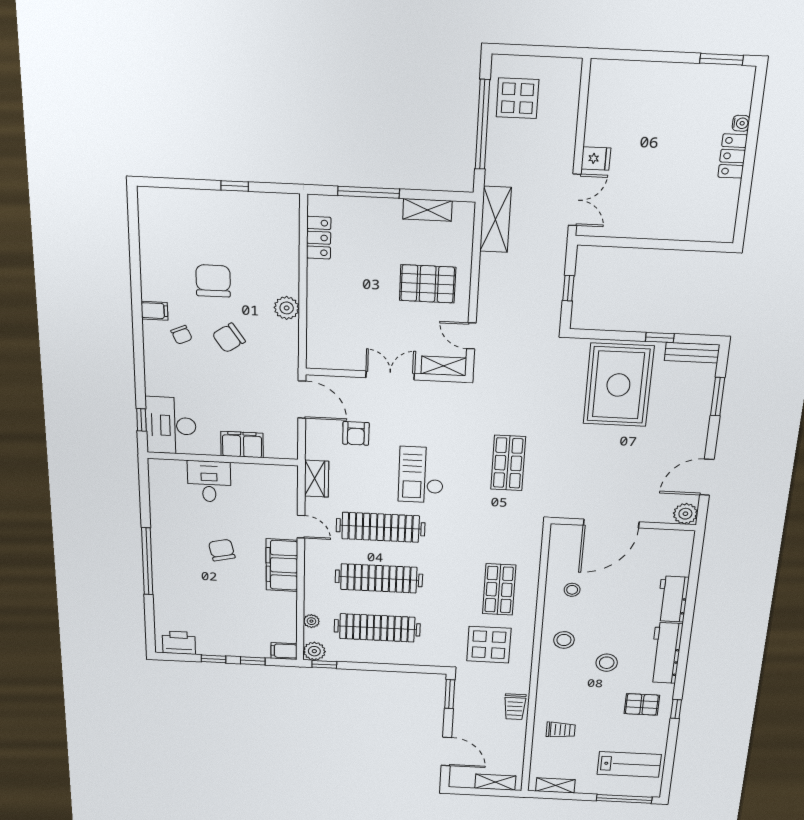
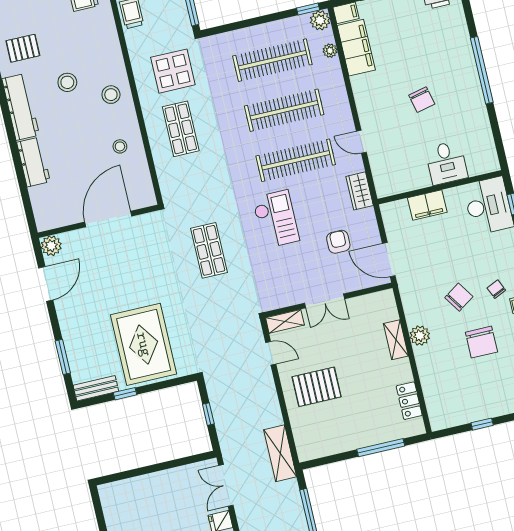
shelving: (427, 210) -> (396, 340), moved, turned 90
filing cabinet: (282, 565) -> (356, 48), moved

